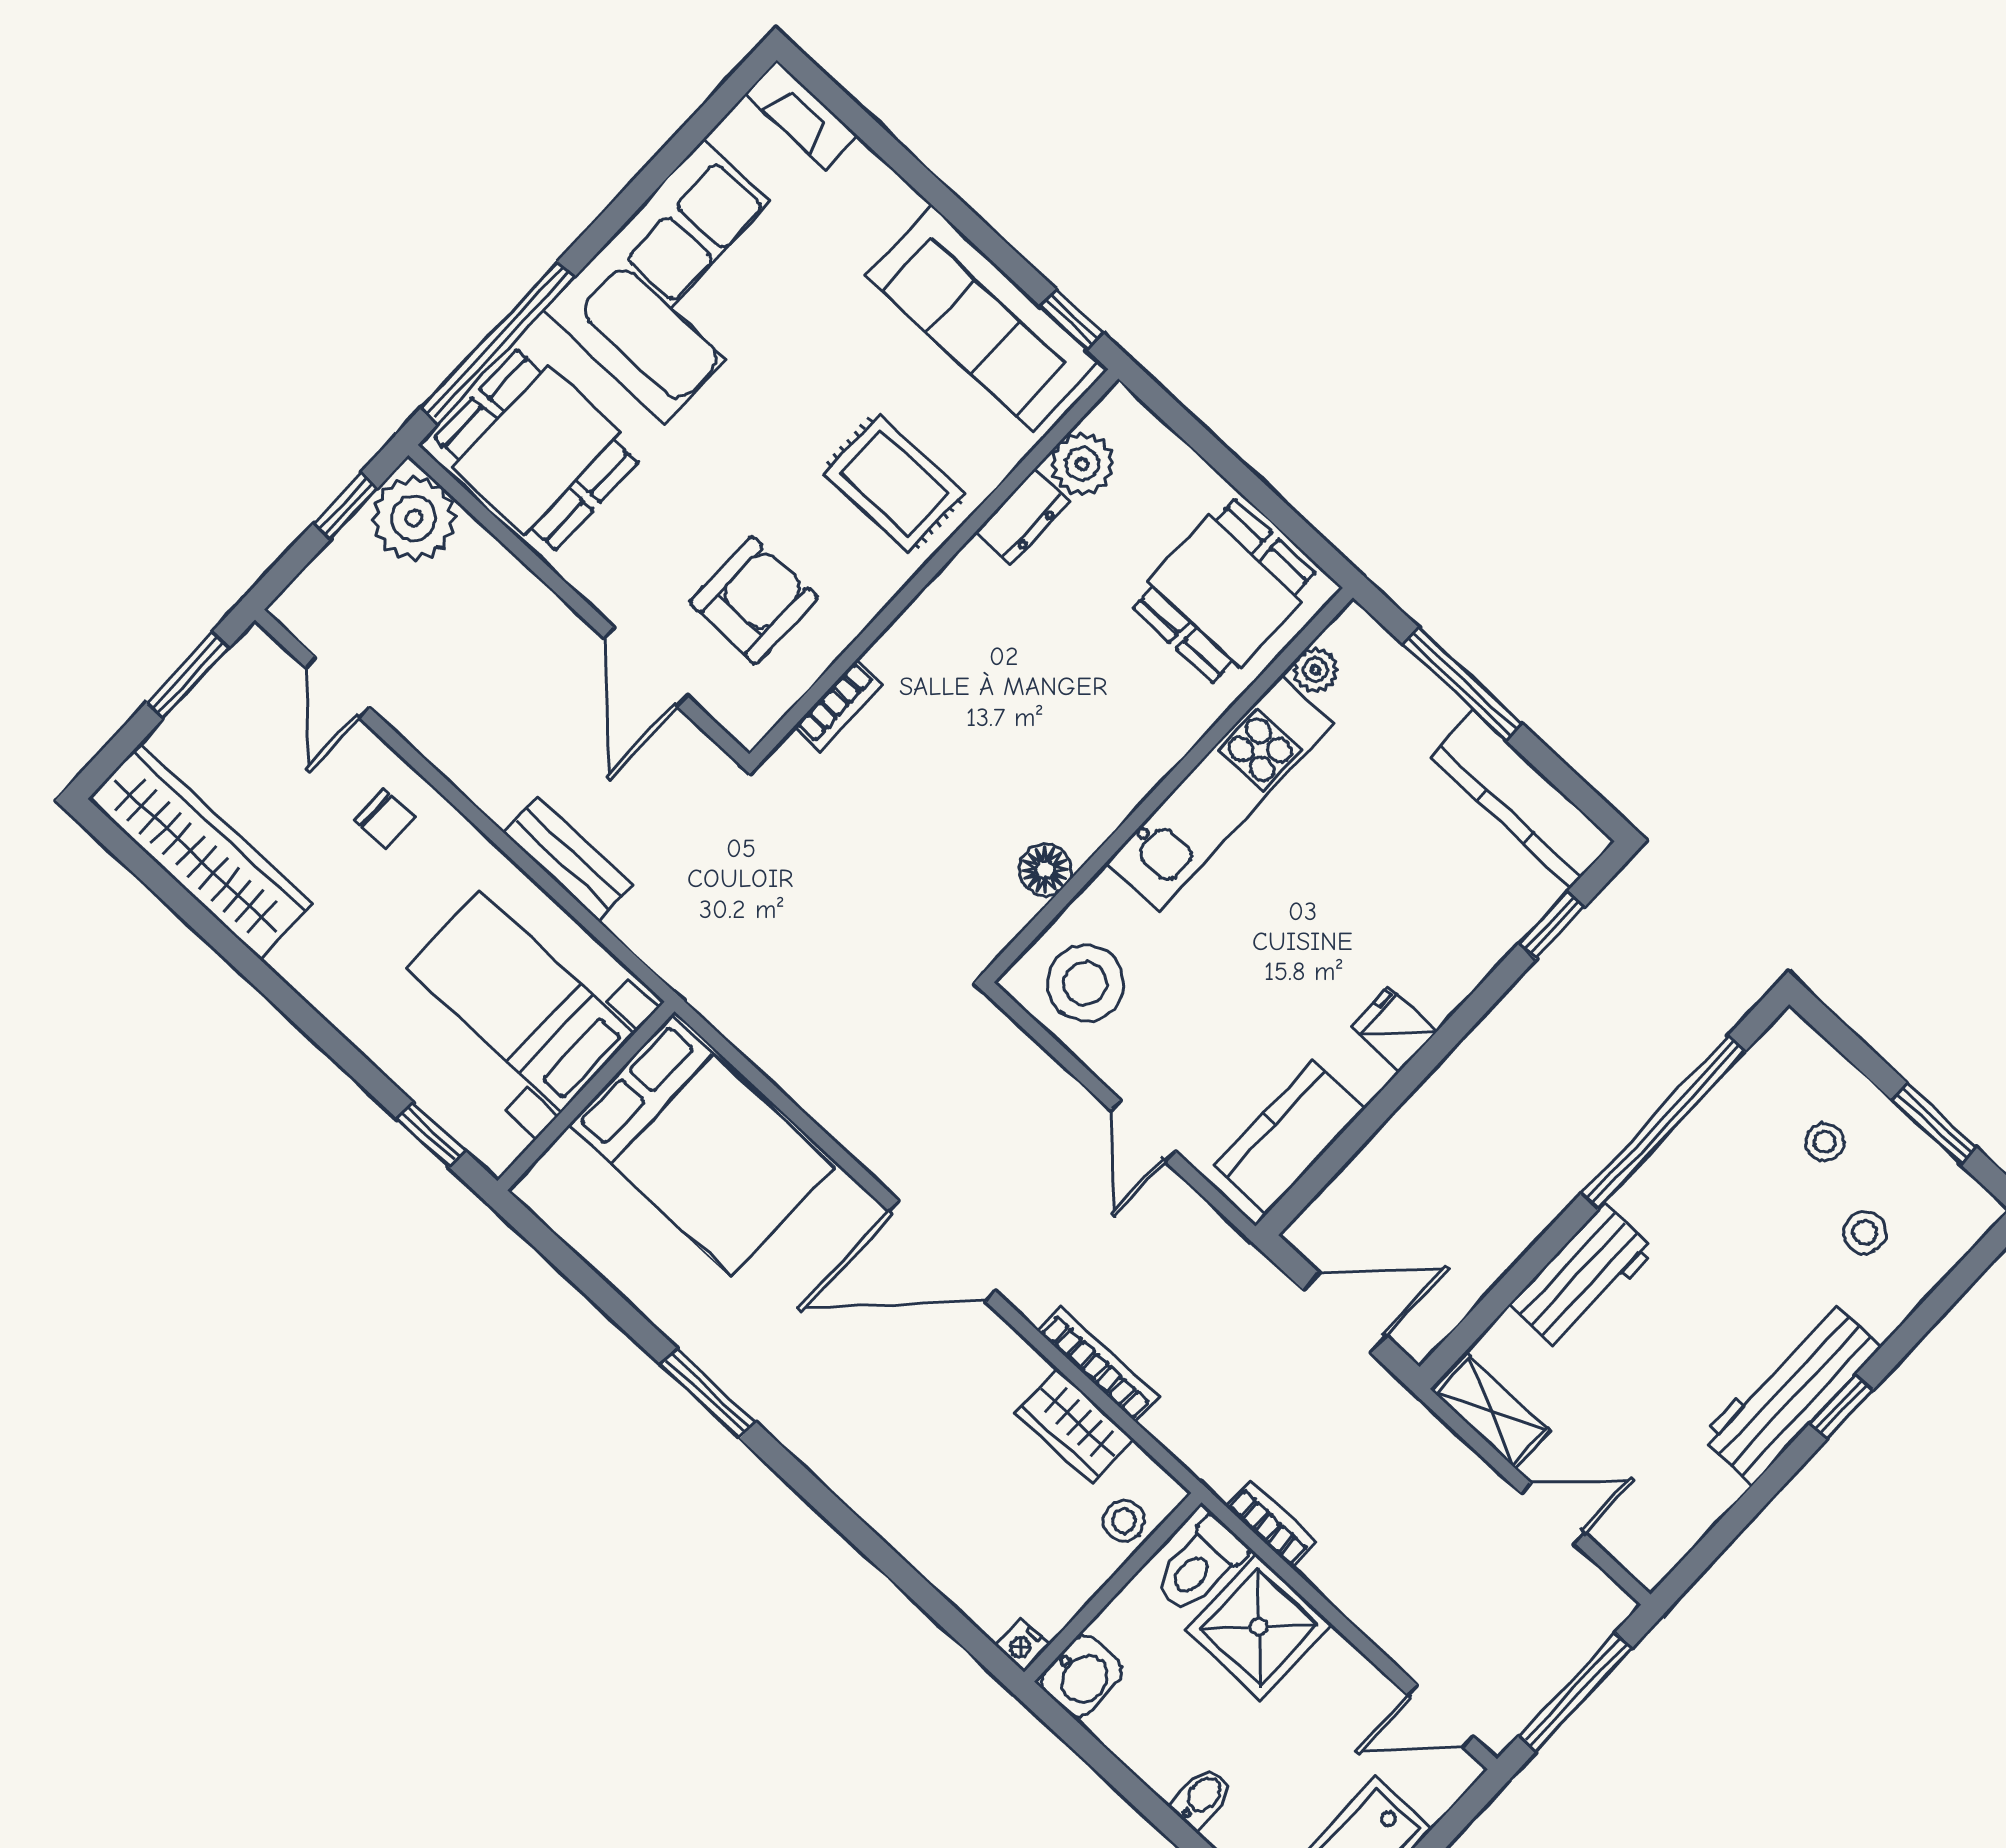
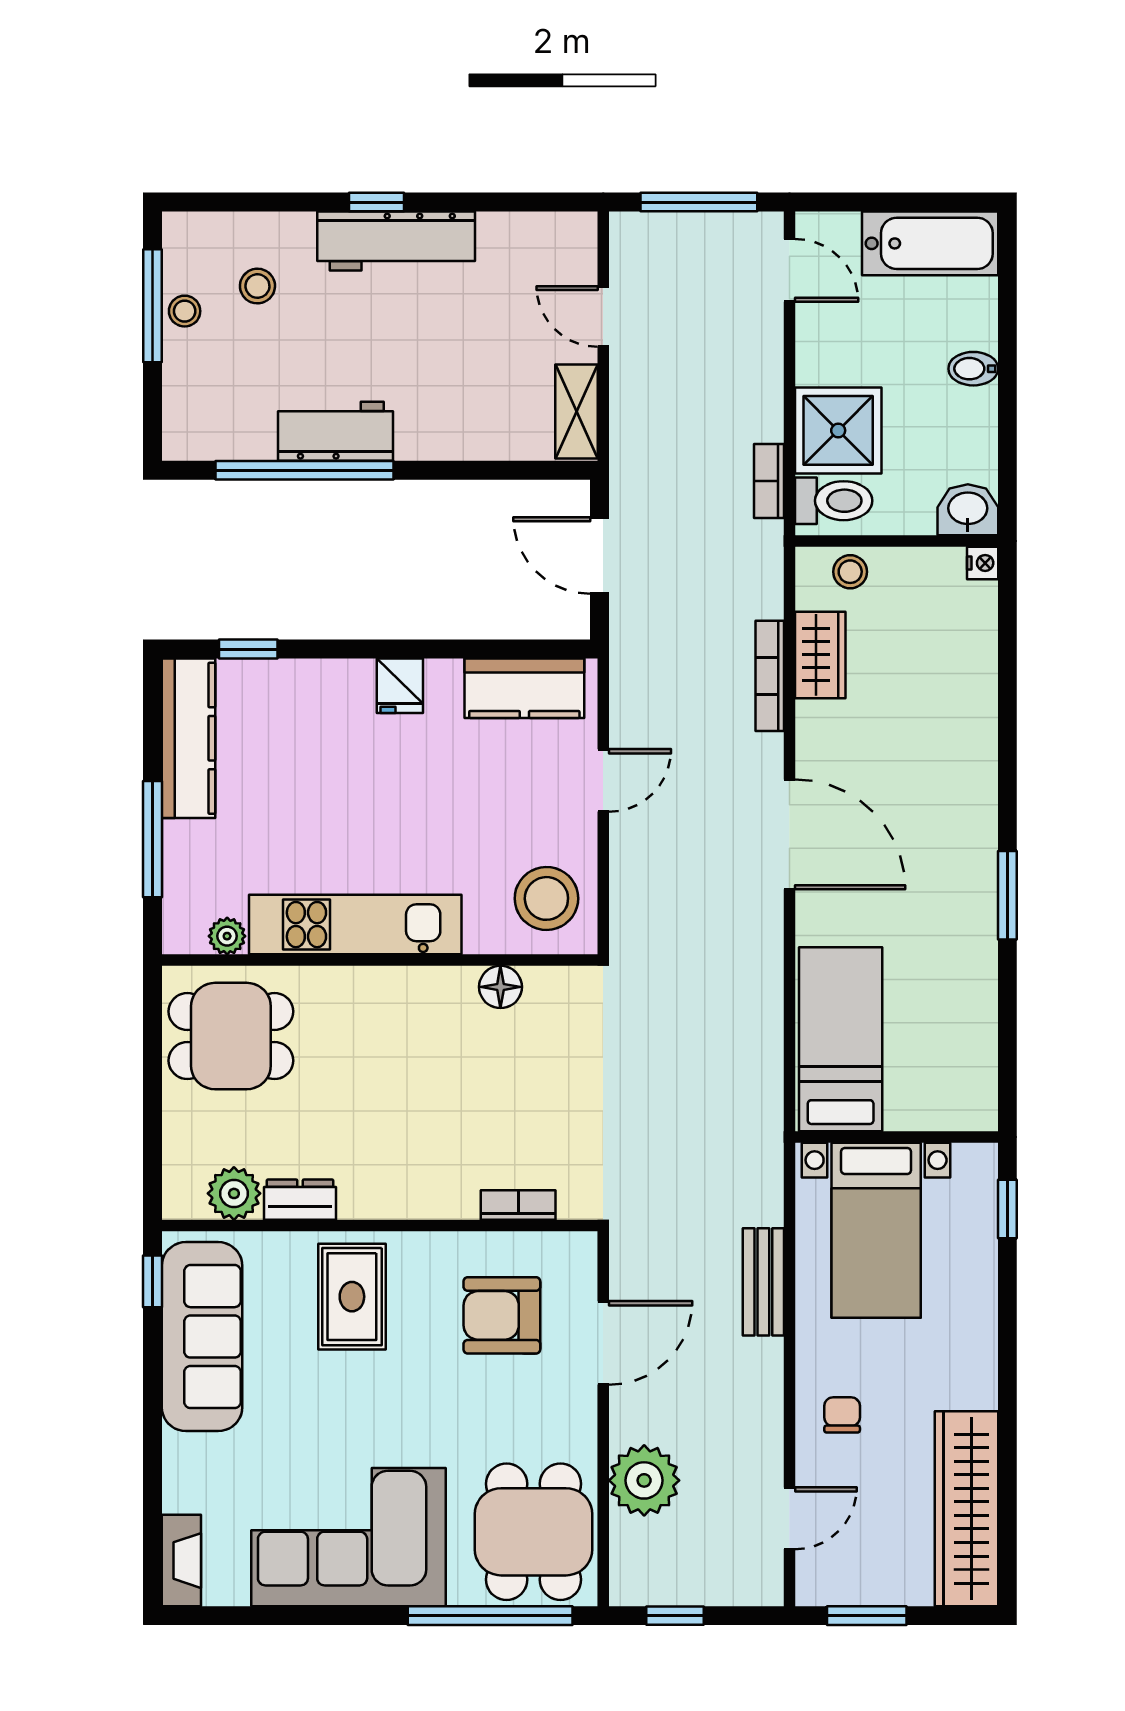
plant: (414, 518) -> (644, 1480), moved
window: (1934, 1124) -> (153, 306), width x1.44
stool: (1825, 1142) -> (185, 311), moved
bed: (701, 1146) -> (841, 1039), width x0.67
workbench: (1583, 1278) -> (335, 431), moved

